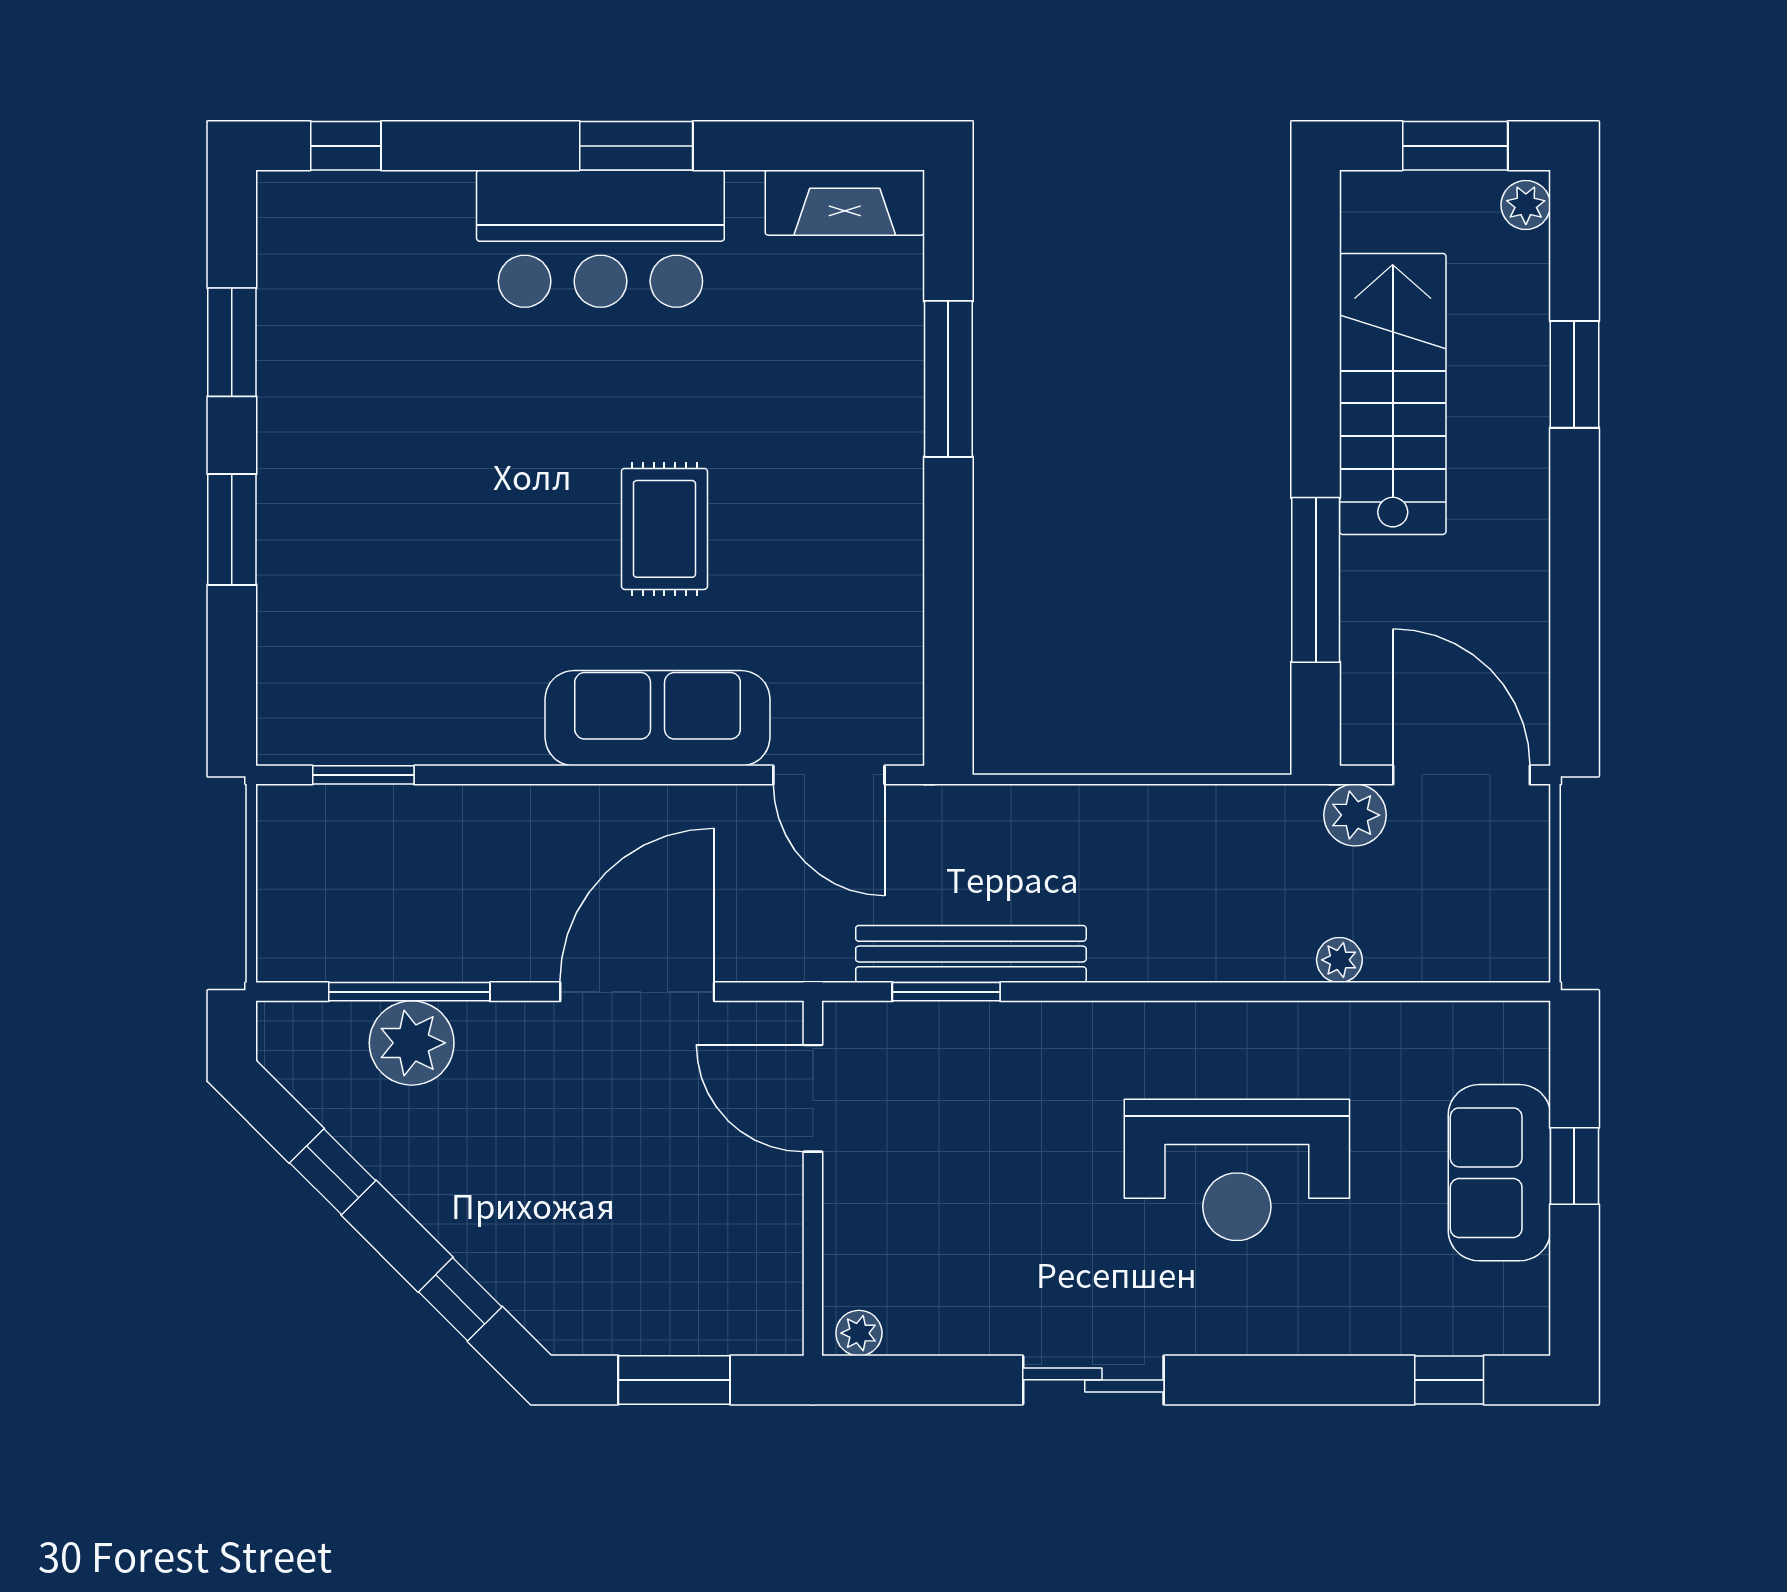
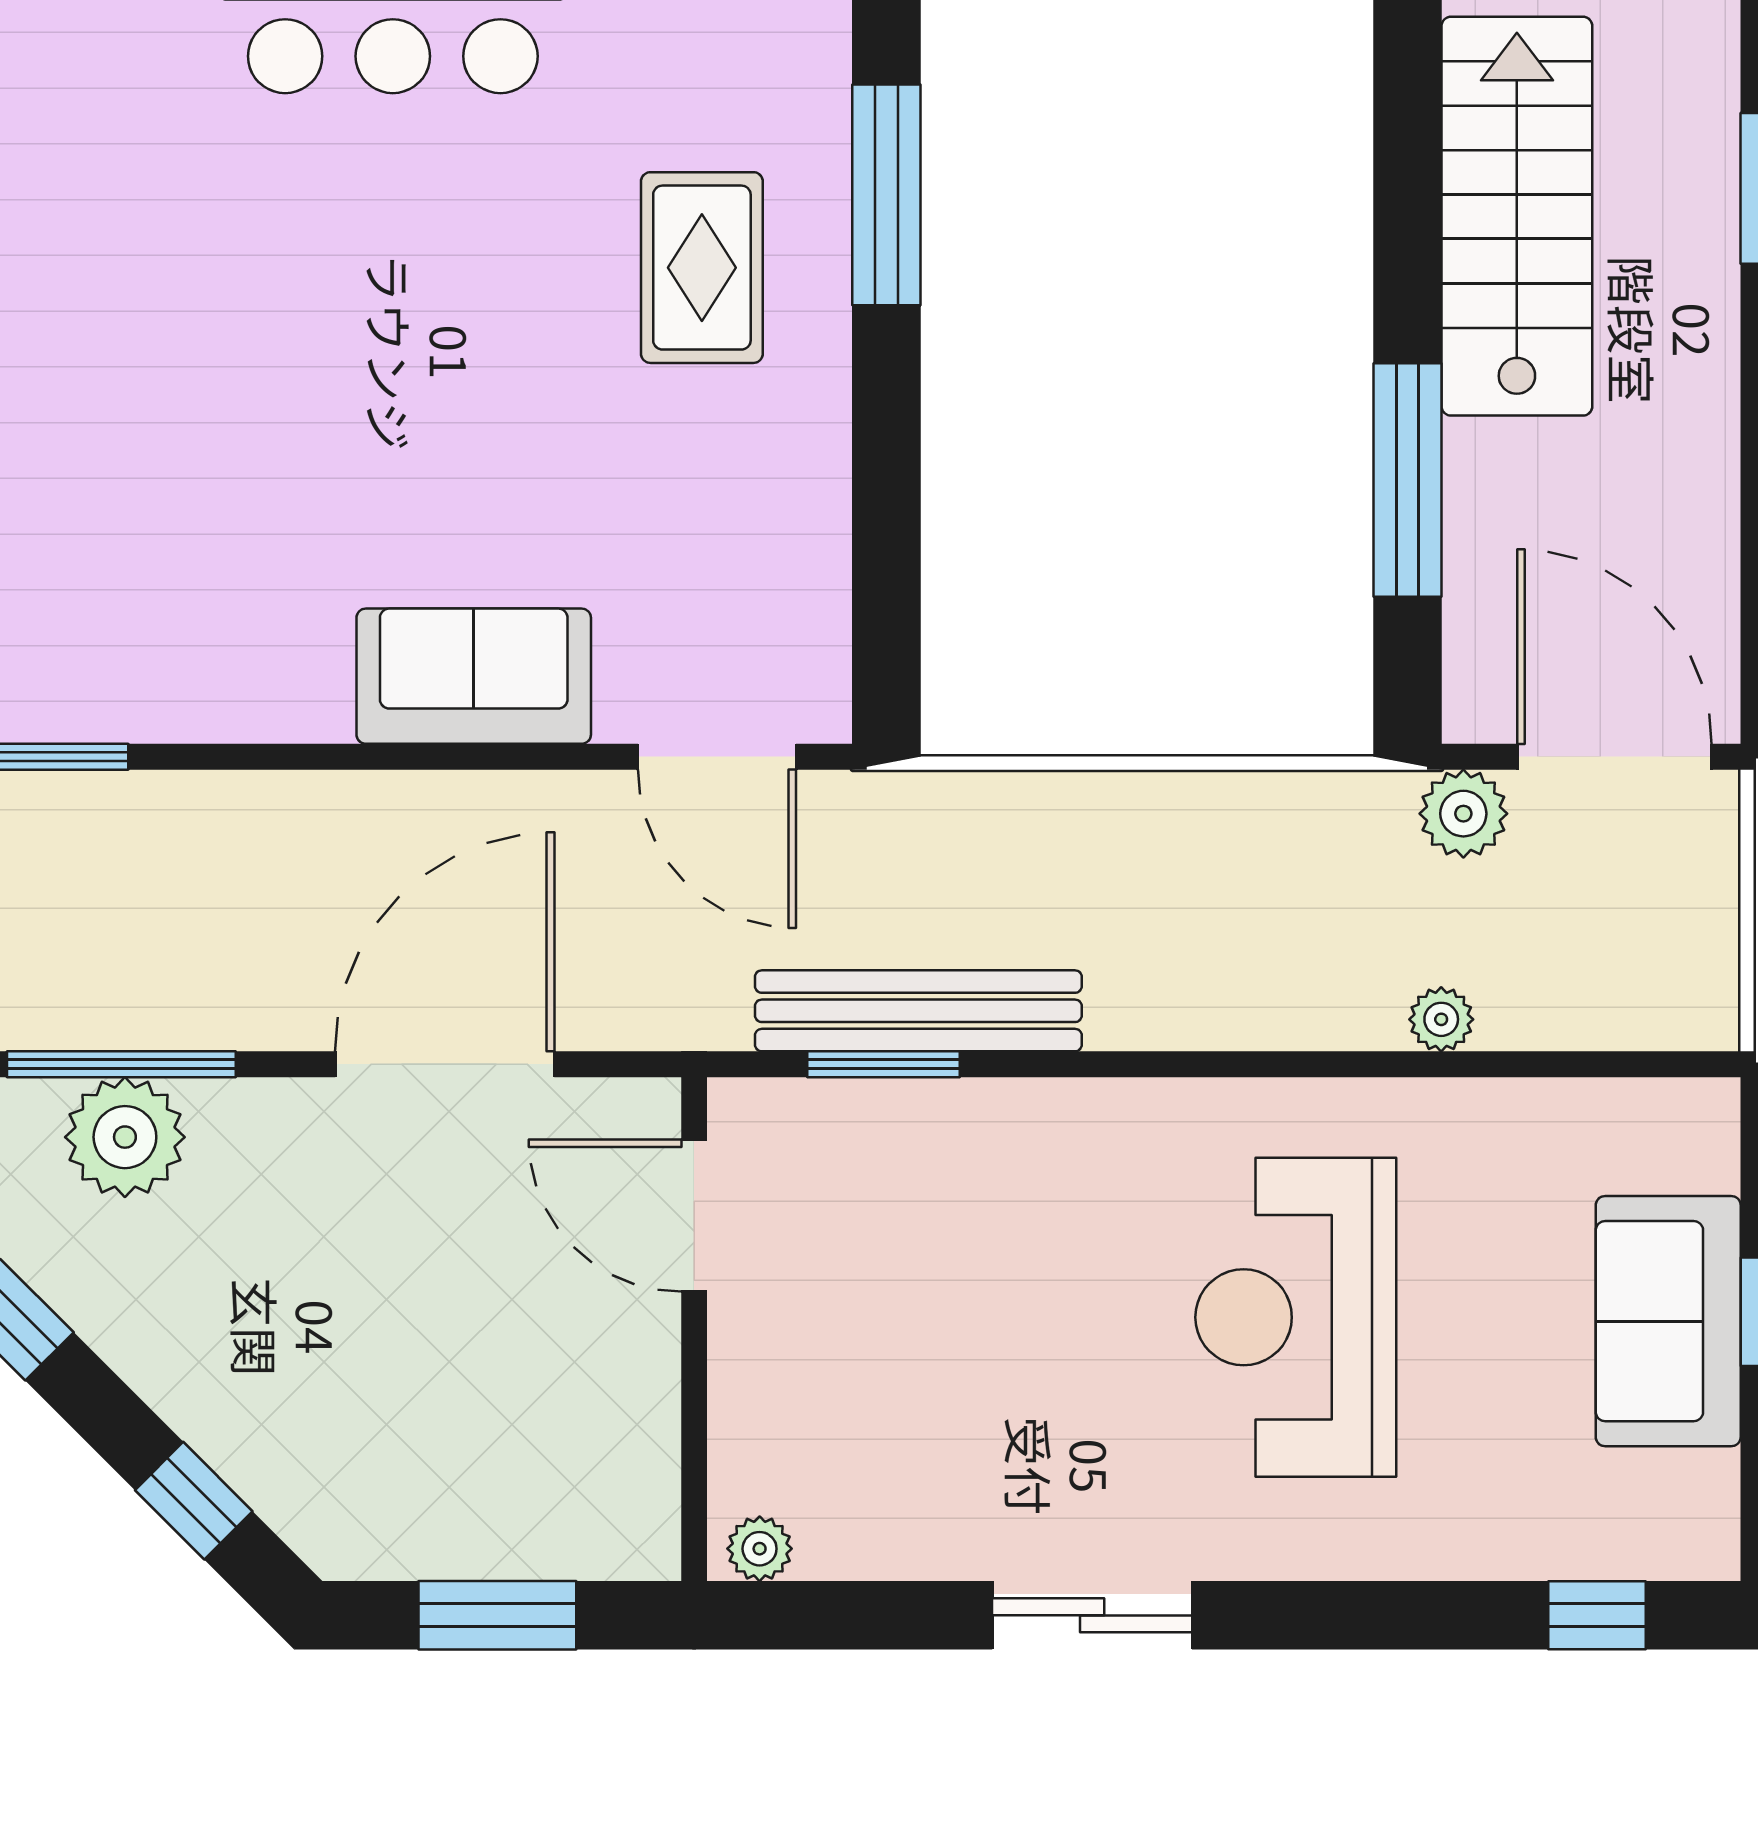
rug: (664, 529) -> (702, 268), moved
sofa: (658, 718) -> (474, 676), width x0.73
reception desk: (1237, 1170) -> (1296, 1317), turned 90

